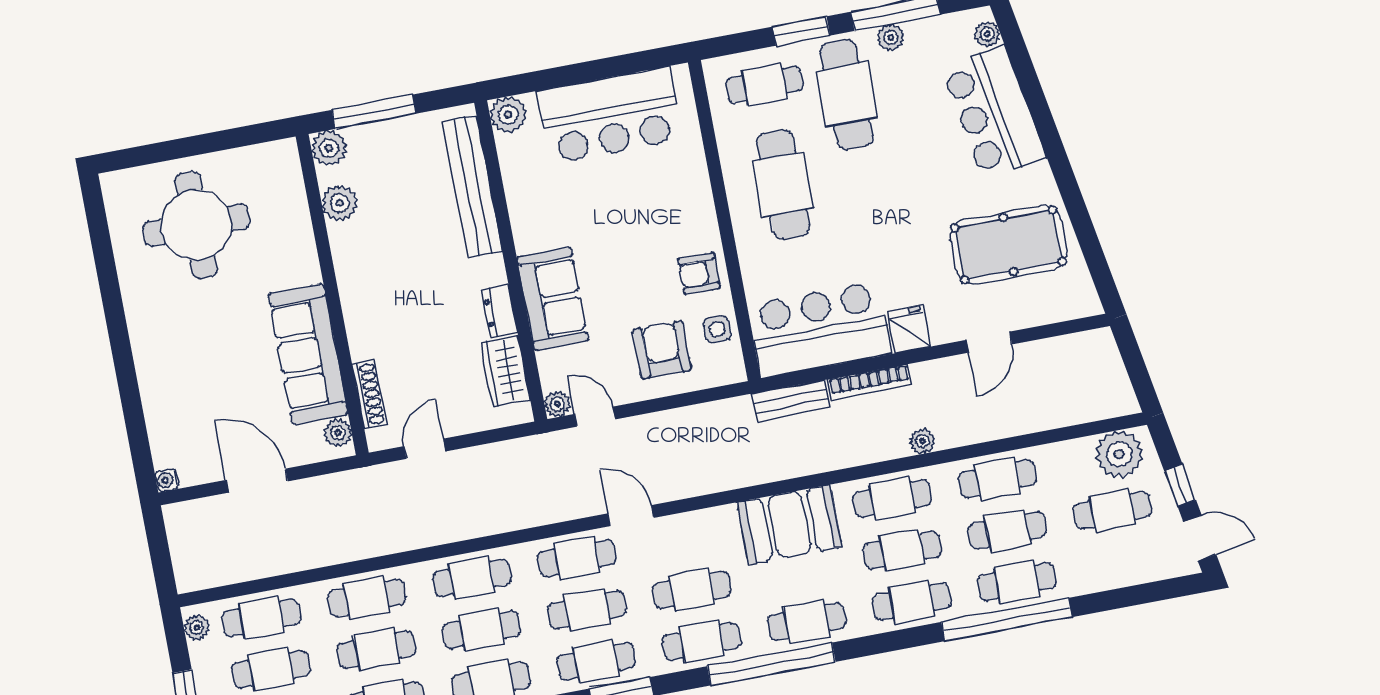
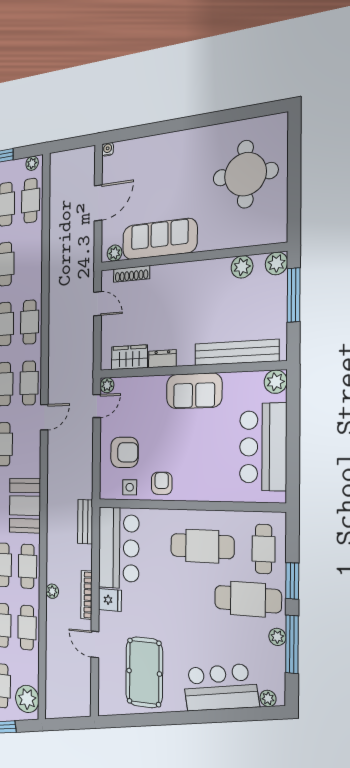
sofa: (553, 299) -> (194, 391), moved
bookcase: (870, 382) -> (87, 595), moved
cafe table: (367, 598) -> (30, 261), removed

